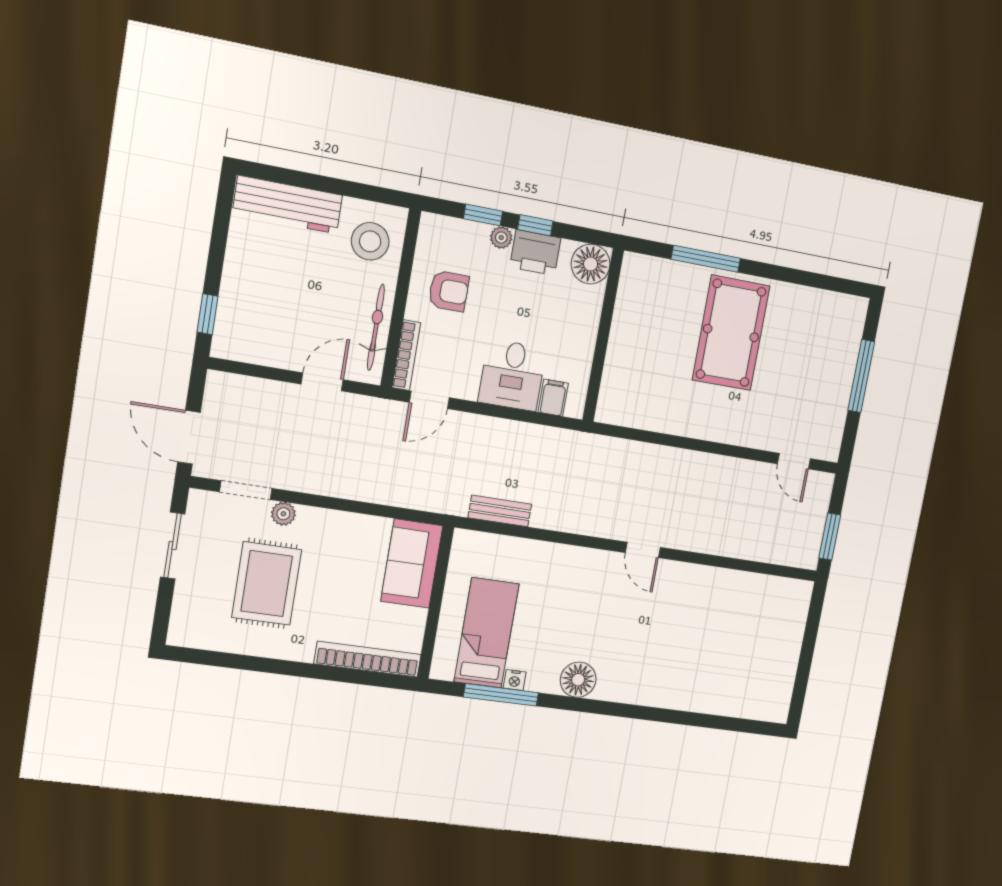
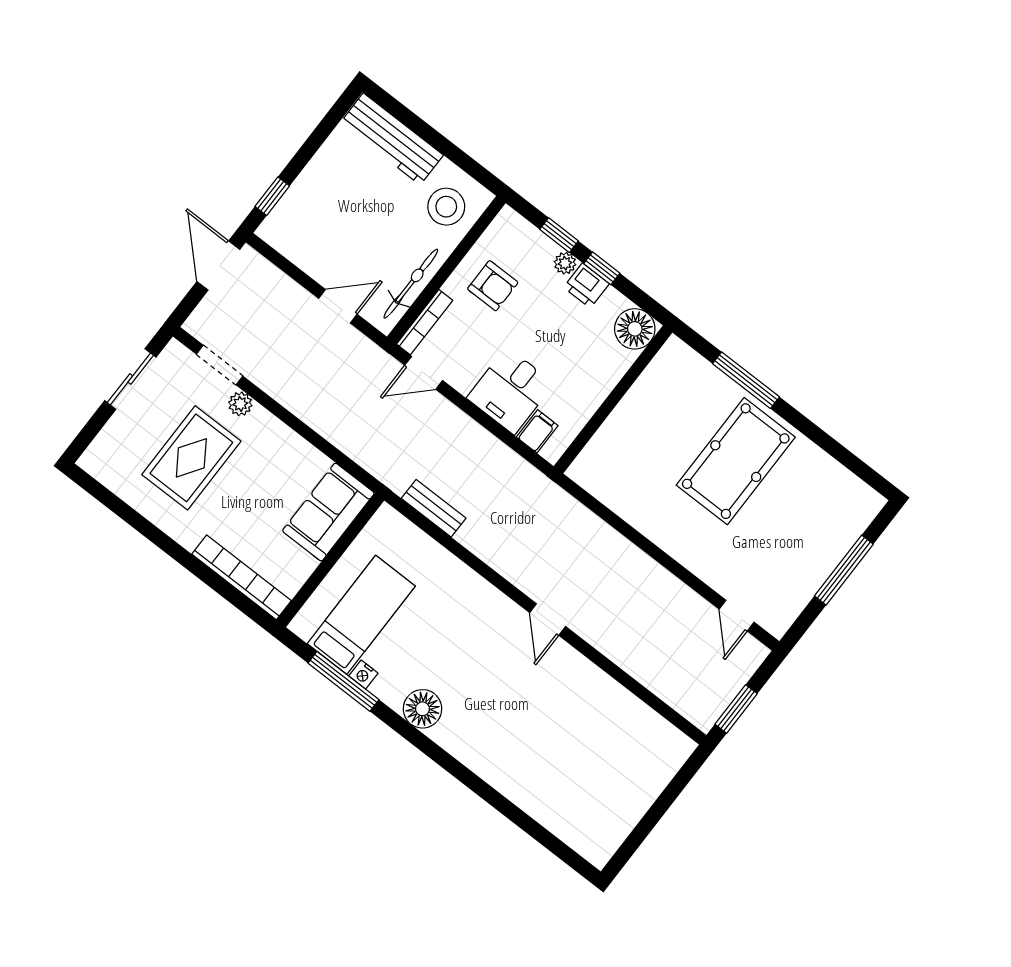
printer: (535, 253) -> (586, 286), width x0.73, depth x0.81
door: (189, 437) -> (218, 266), moved

